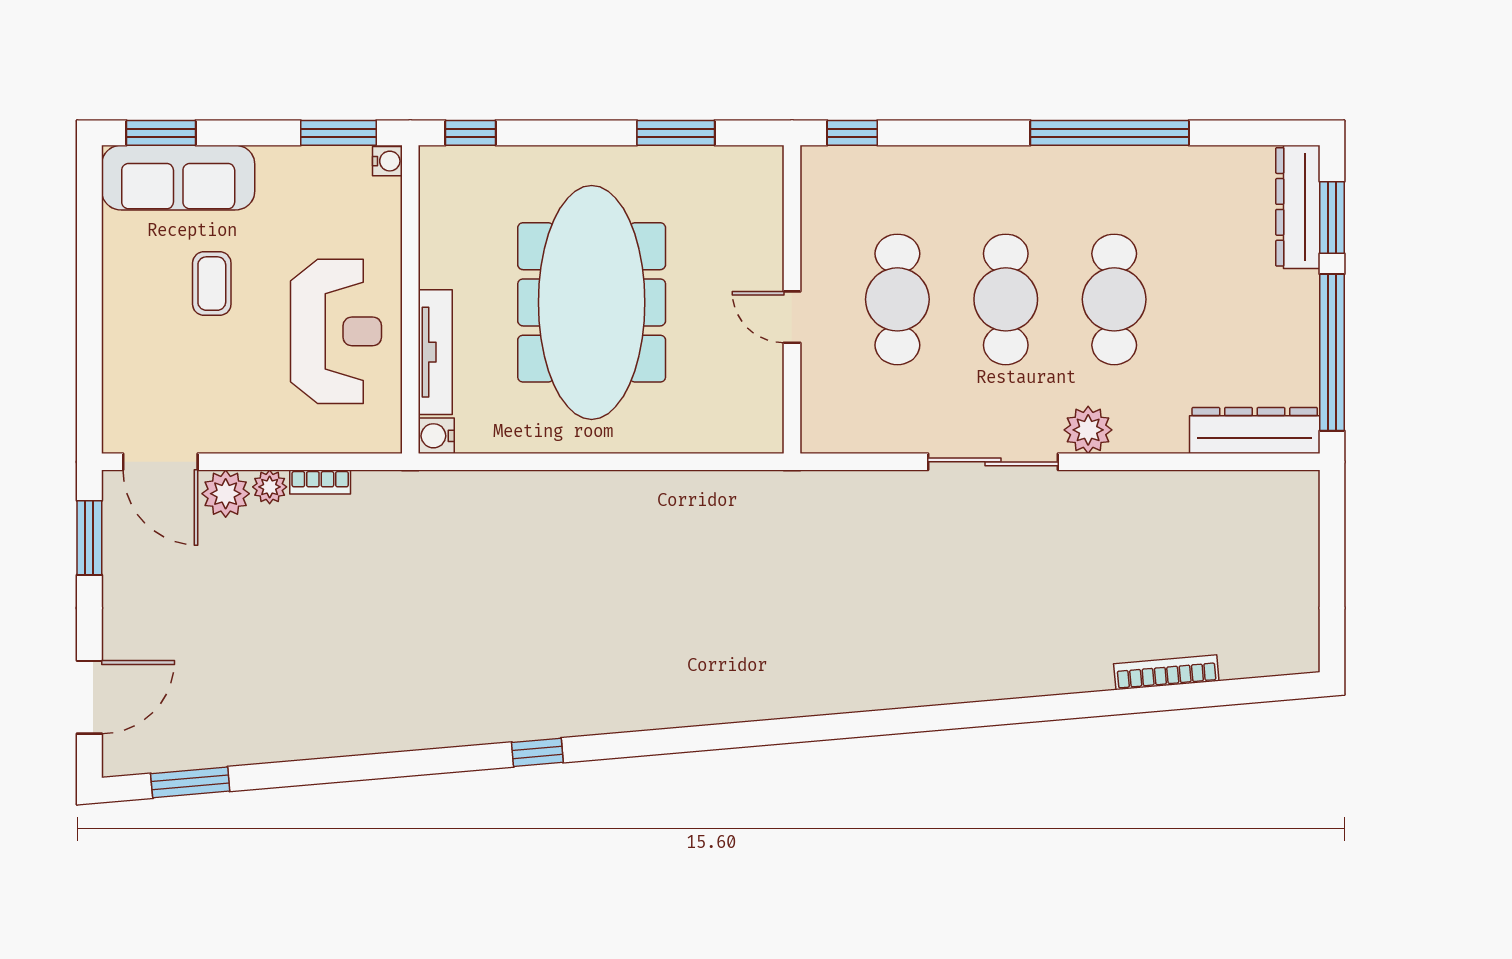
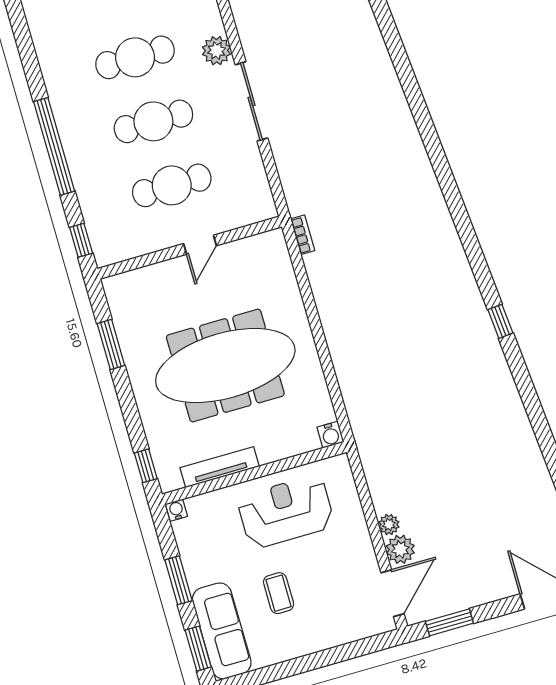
window: (338, 133) -> (179, 580), moved
window: (1110, 133) -> (54, 146), moved
coffee table: (212, 284) -> (279, 593), turned 90
tv unit: (435, 352) -> (220, 467), moved
bookcase: (320, 482) -> (303, 235), moved

